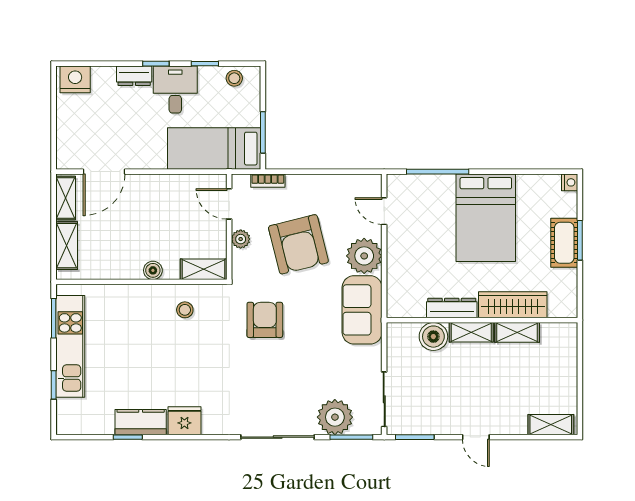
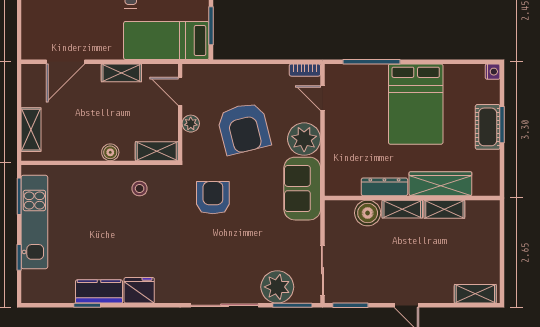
bookcase: (268, 181) -> (305, 70), moved
shelving: (66, 198) -> (121, 73), moved, turned 90

